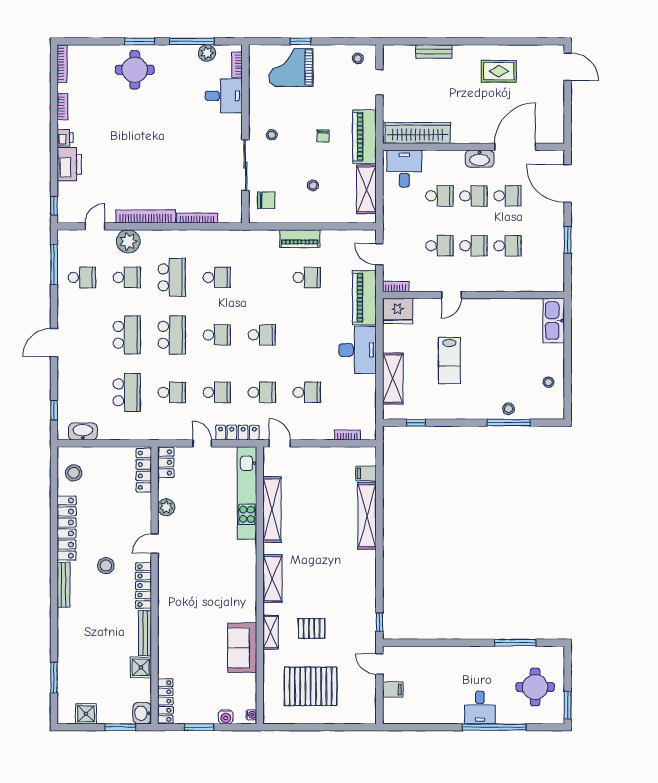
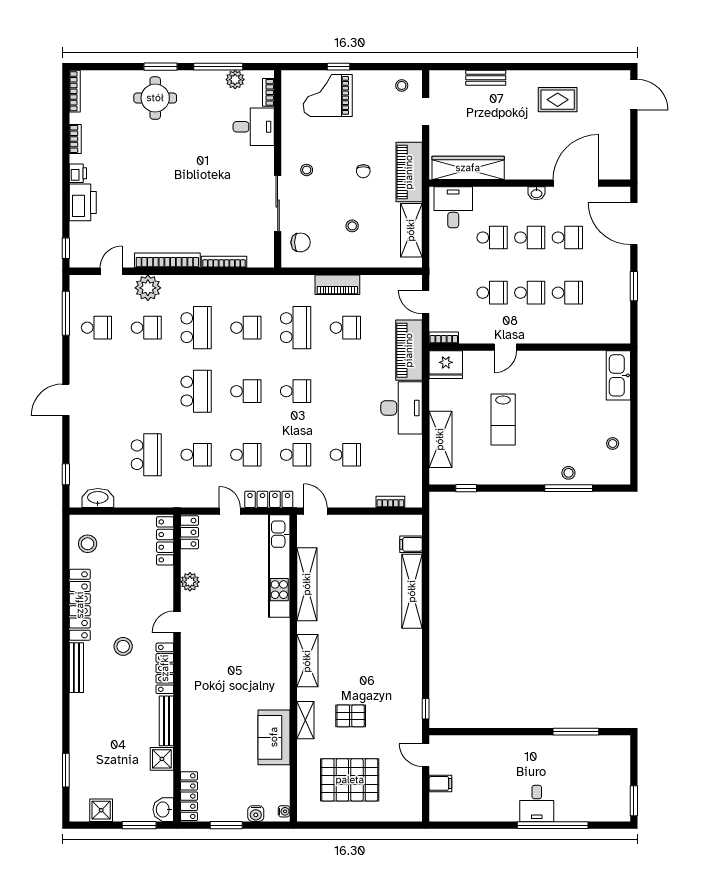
washbasin: (480, 159) -> (536, 193), width x0.52, depth x0.69
school desk: (127, 335) -> (296, 328), moved
round table: (535, 687) -> (598, 781), removed

